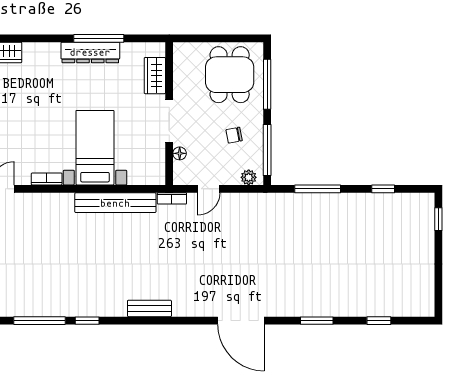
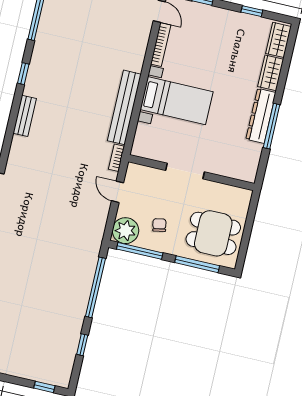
wardrobe: (155, 76) -> (271, 73), moved, turned -90
floor lamp: (180, 153) -> (154, 174), removed
plant: (249, 177) -> (125, 231), width x1.88, depth x1.88
bookcase: (47, 179) -> (161, 44), width x1.56
window: (318, 189) -> (95, 287), width x1.46
window: (87, 321) -> (23, 74), moved

